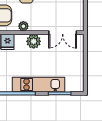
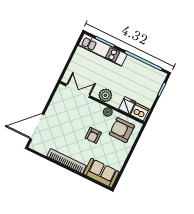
kitchen unit: (39, 84) -> (103, 50), moved

